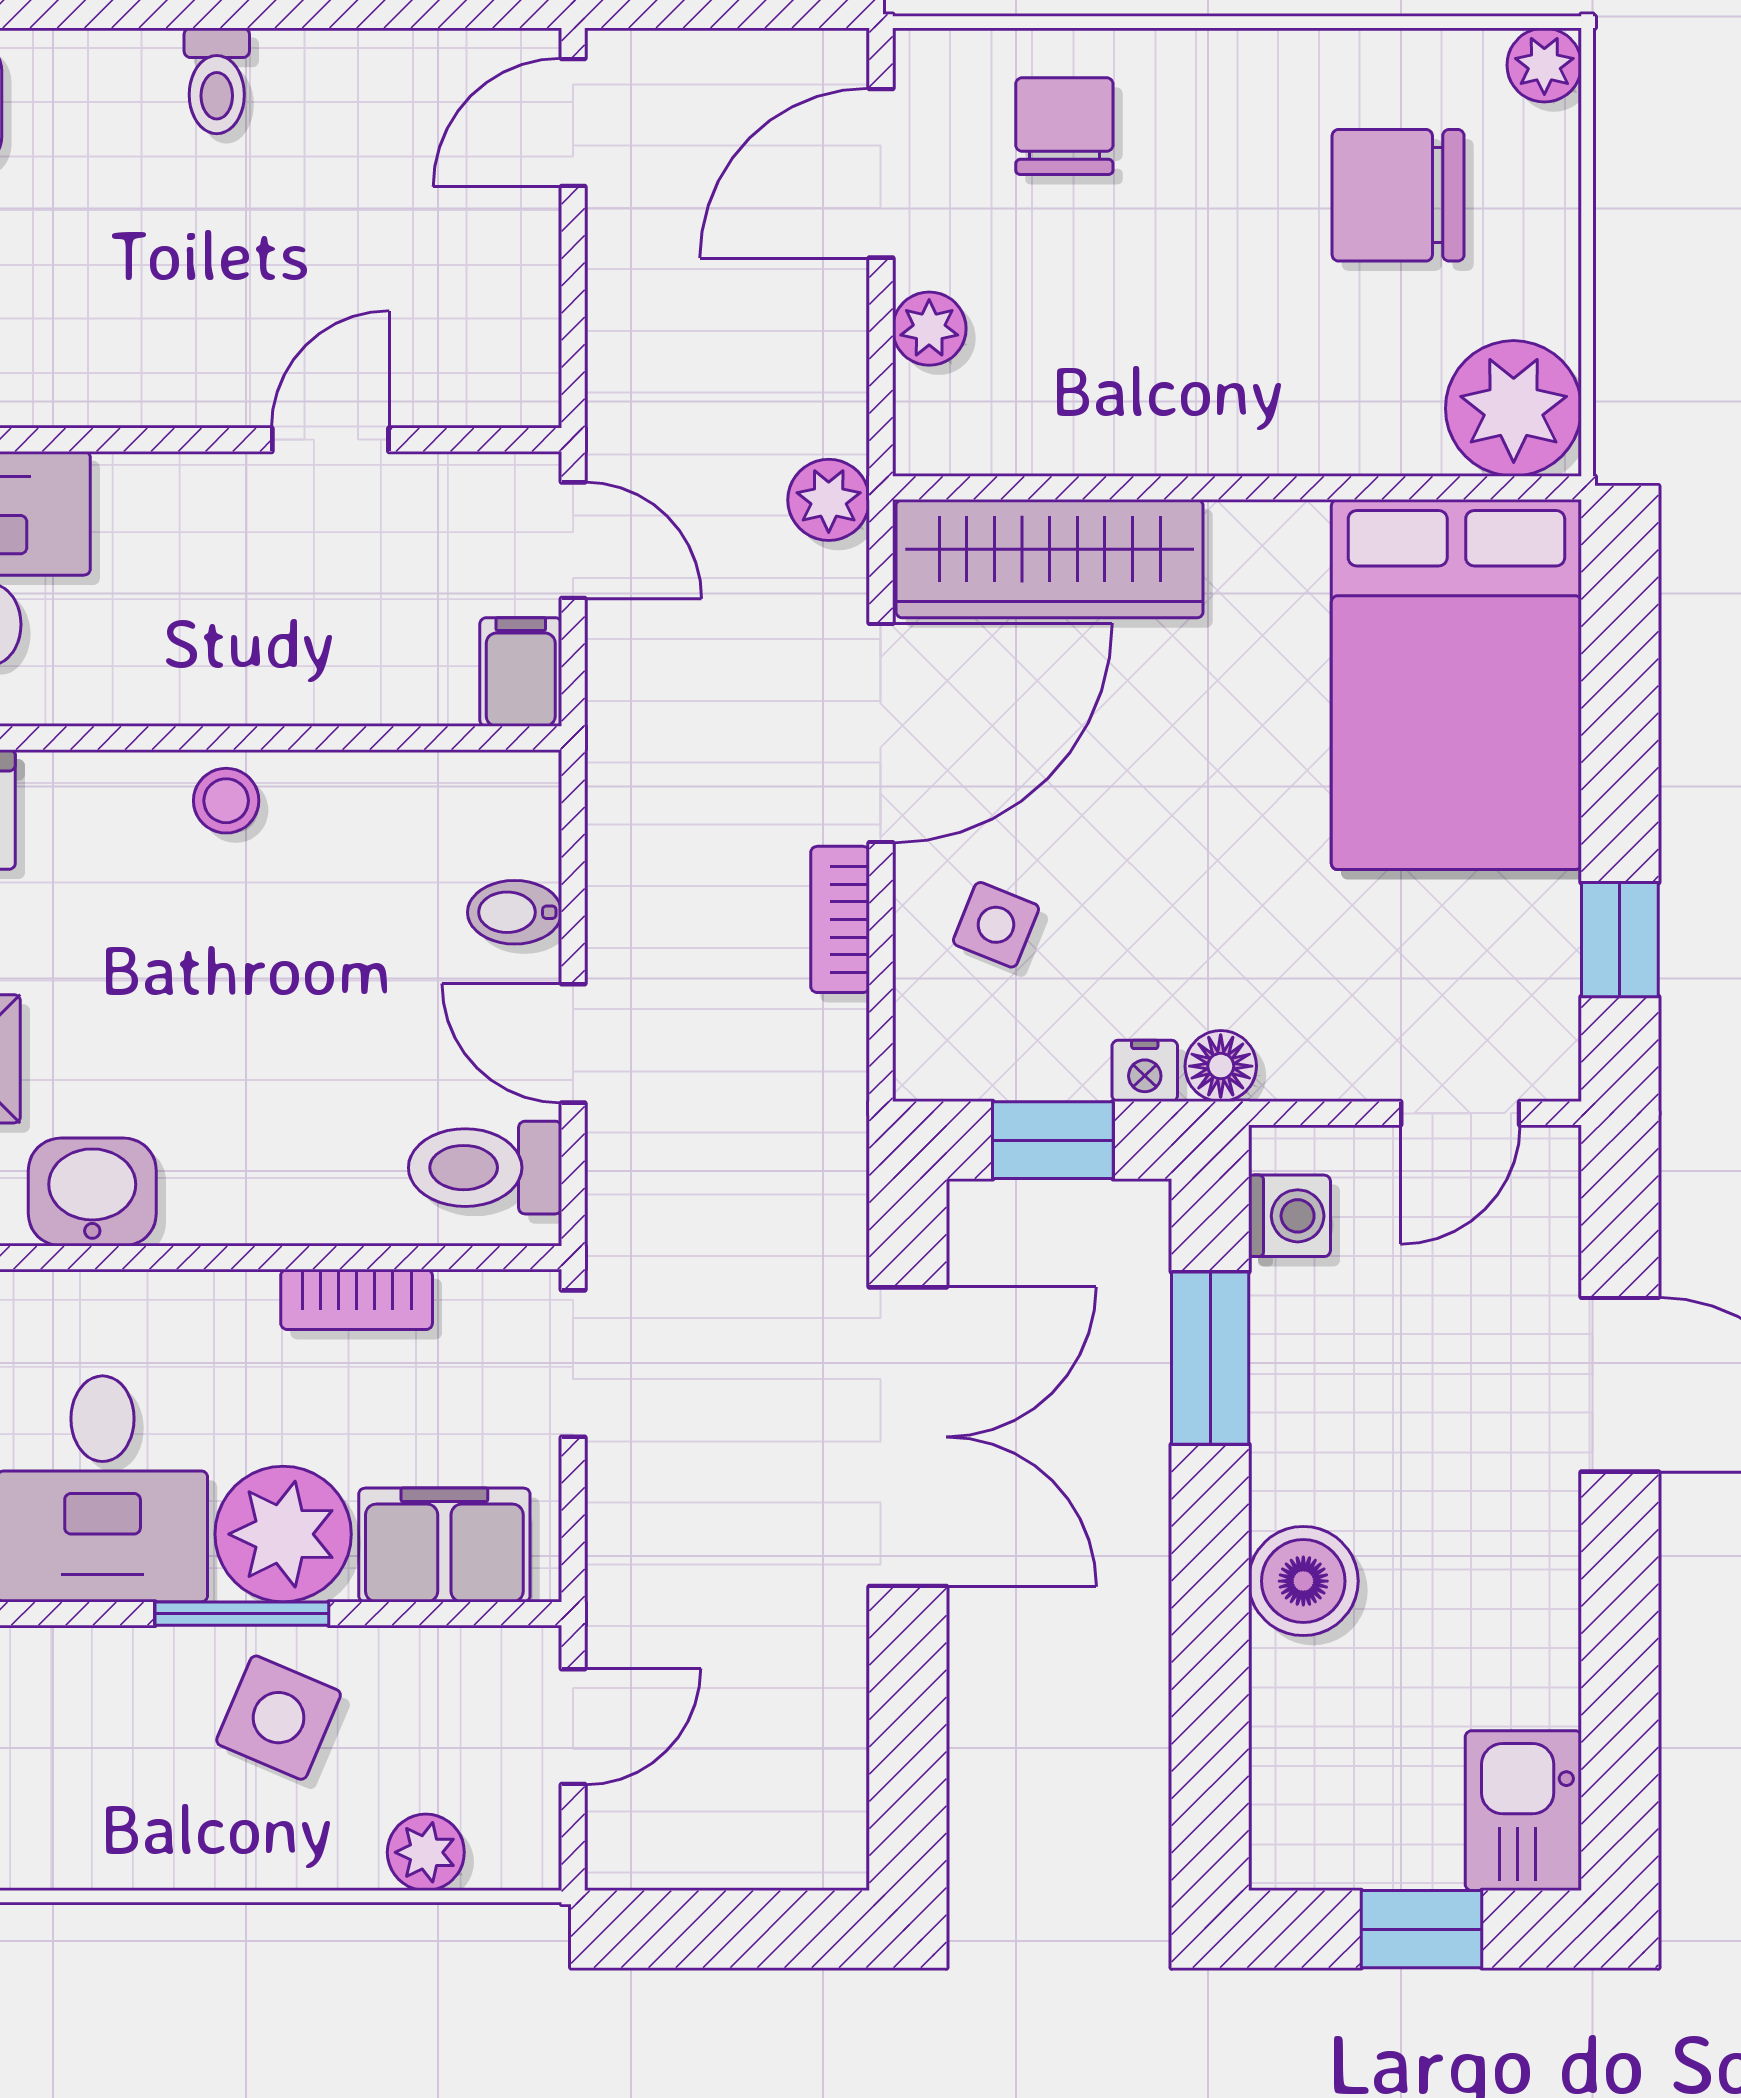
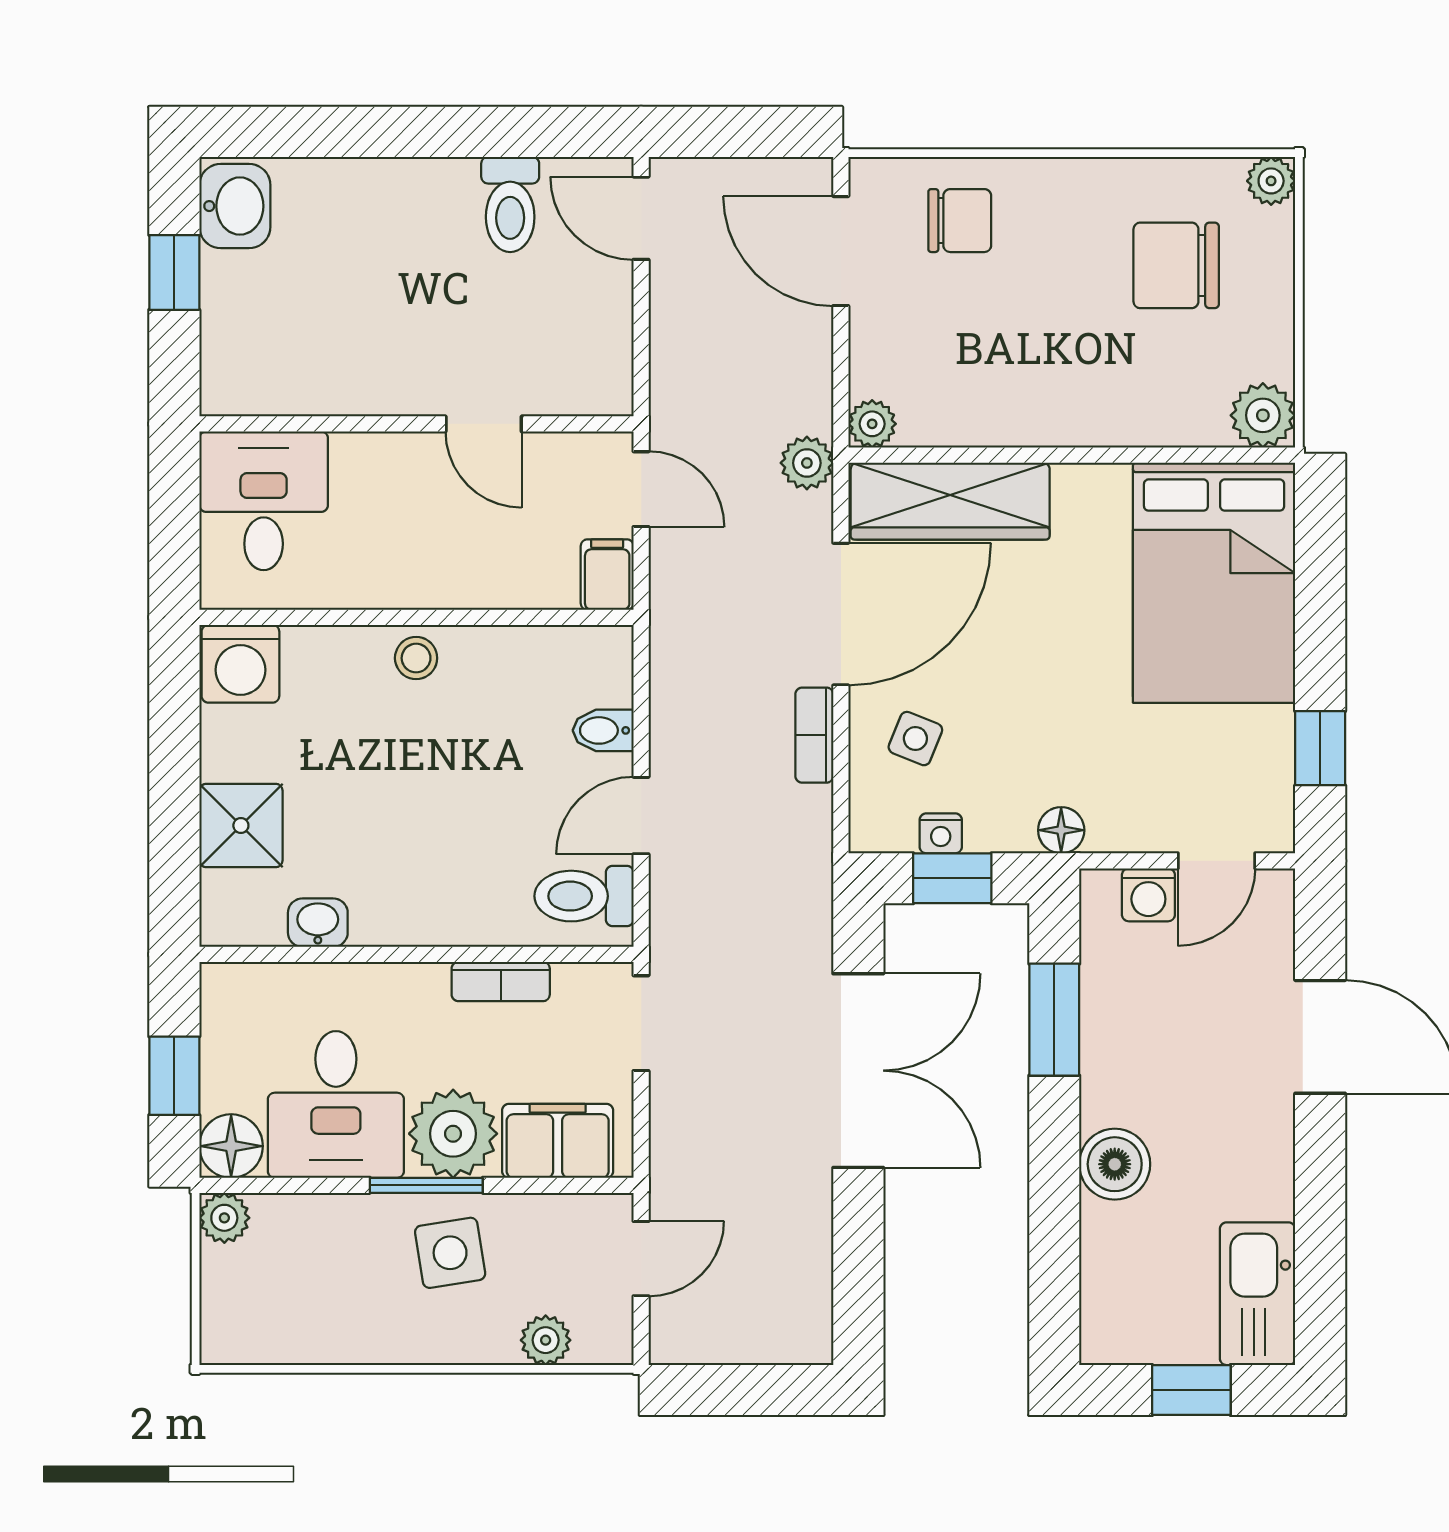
toilet: (217, 81) -> (510, 204), moved, width x1.37, depth x1.39
door: (573, 123) -> (641, 218), hinge flipped
chair: (1064, 126) -> (960, 221), turned 90
door: (881, 173) -> (841, 251), hinge flipped
plant: (929, 329) -> (872, 424), moved
plant: (1514, 408) -> (1263, 415), width x0.73, depth x0.73
door: (330, 440) -> (484, 424), swing flipped
door: (573, 1043) -> (641, 816), hinge flipped
nightstand: (1145, 1071) -> (941, 833), moved
washbasin: (92, 1192) -> (318, 923), width x0.72, depth x0.69
washing machine: (1289, 1216) -> (1148, 895), moved, turned 90
side table: (279, 1718) -> (450, 1253), turned -32
kitchen sink: (1523, 1811) -> (1258, 1294), width x1.38

